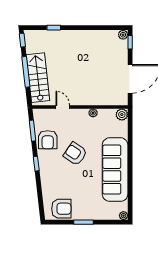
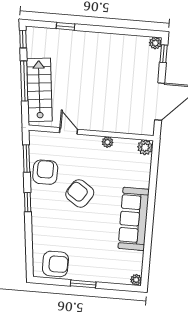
armchair: (48, 140) -> (45, 172), turned 180
sofa: (115, 170) -> (134, 219), width x0.74, depth x0.79

